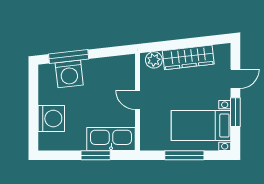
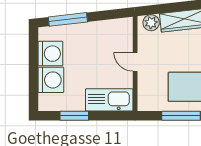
washing machine: (69, 74) -> (50, 54), moved, turned -84
window: (96, 155) -> (74, 116), moved

